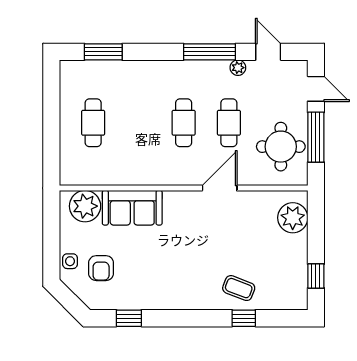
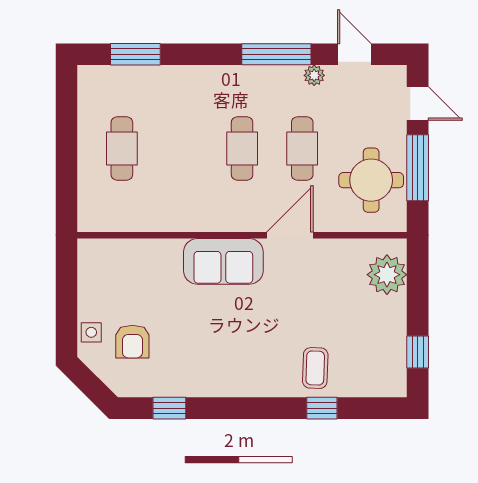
plant: (85, 206) -> (111, 259), removed
sofa: (132, 208) -> (223, 261), moved
coffee table: (239, 288) -> (315, 368), turned 71

